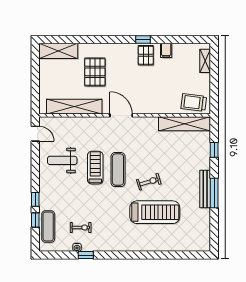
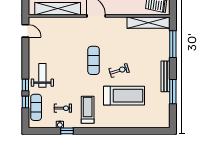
window: (214, 150) -> (173, 44), width x2.17
weight bench: (62, 160) -> (42, 75), moved, turned 90
treadmill: (95, 168) -> (88, 110), moved
window: (214, 193) -> (173, 92), moved

